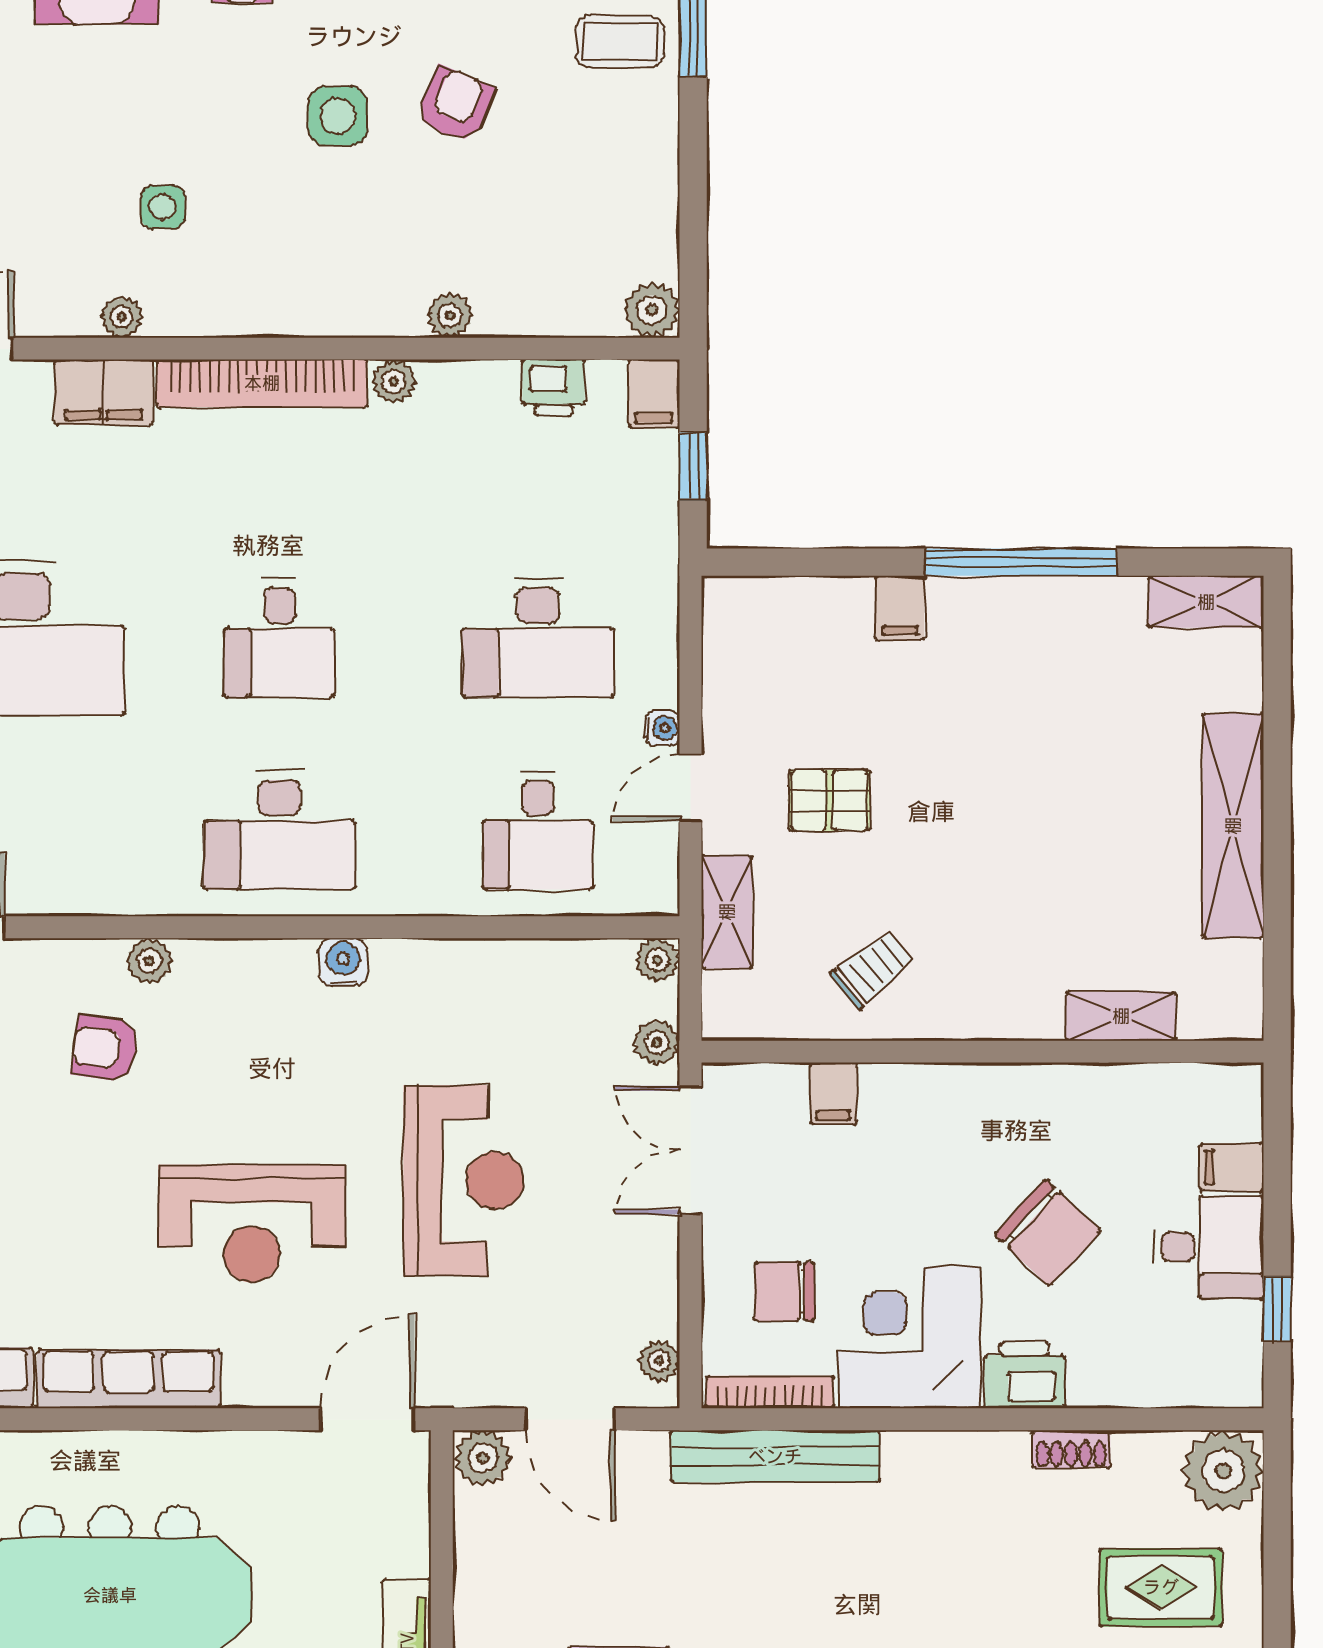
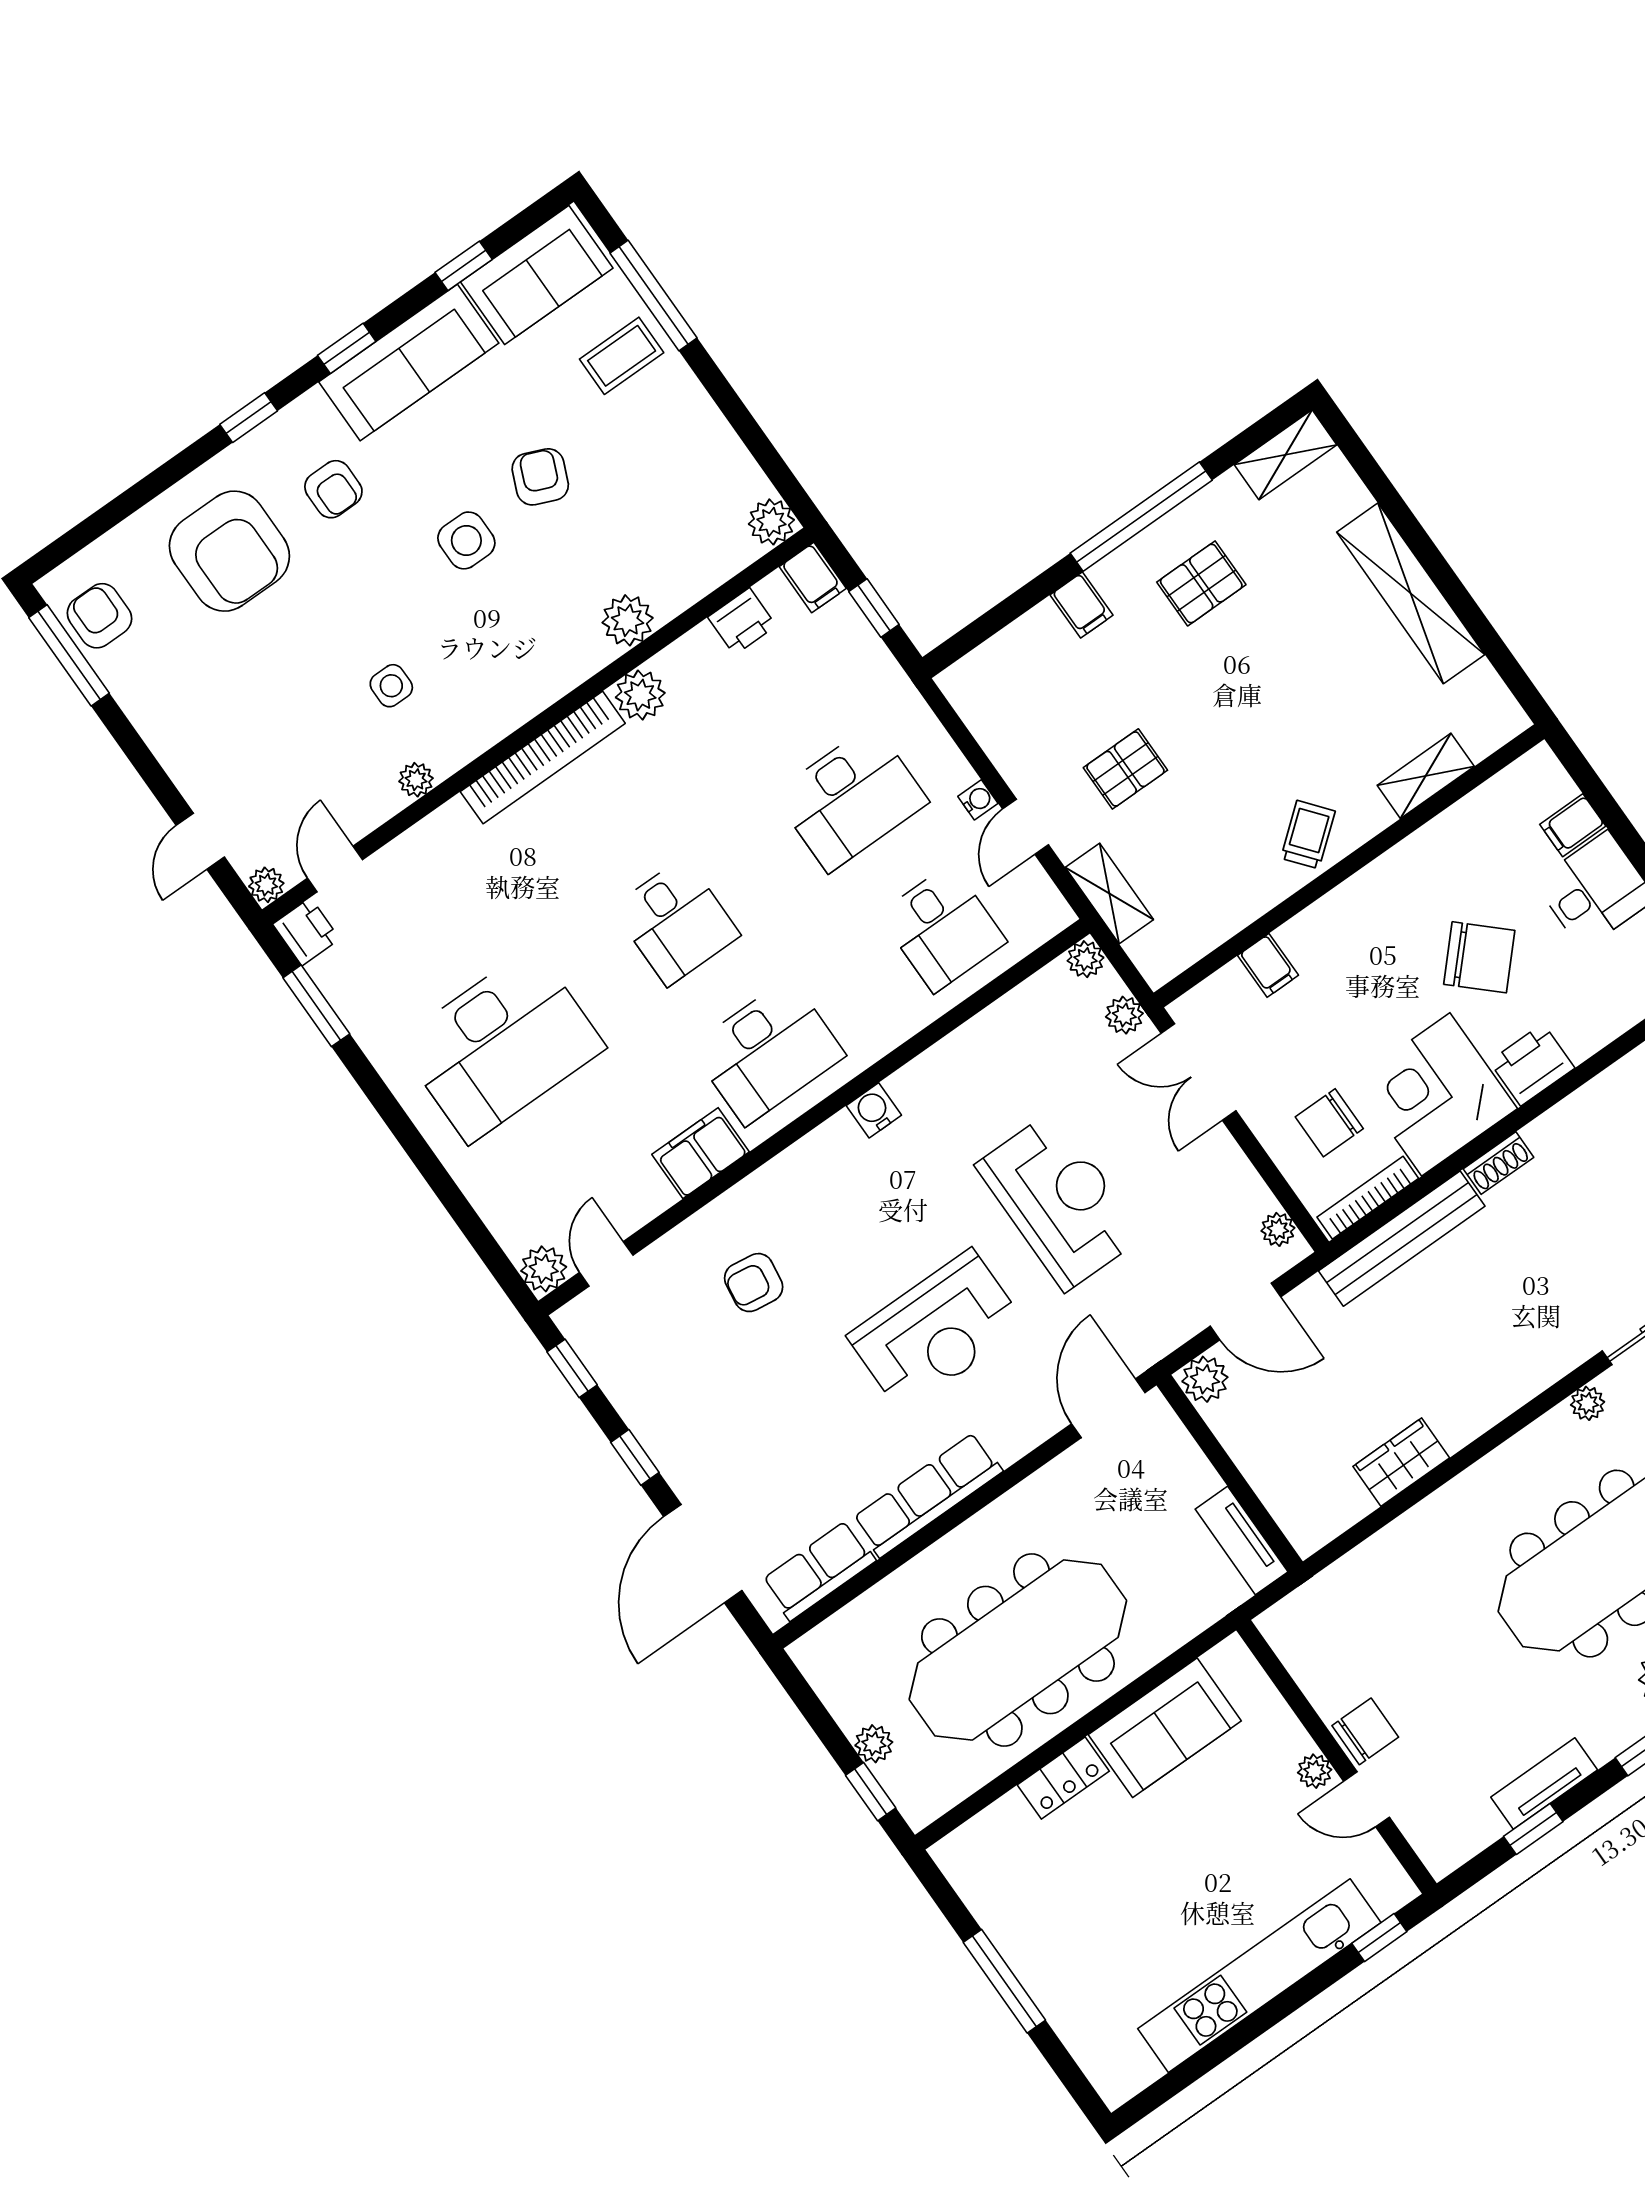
plant: (450, 315) -> (628, 620), width x1.38, depth x1.38
plant: (394, 381) -> (640, 695), width x1.38, depth x1.38
filing cabinet: (104, 392) -> (701, 1153), moved, turned 180
pallet: (1033, 670) -> (1201, 583), added
plant: (149, 961) -> (742, 1202), removed
trolley: (873, 969) -> (1308, 835), moved
shoe rack: (1071, 1449) -> (1498, 1163), moved

